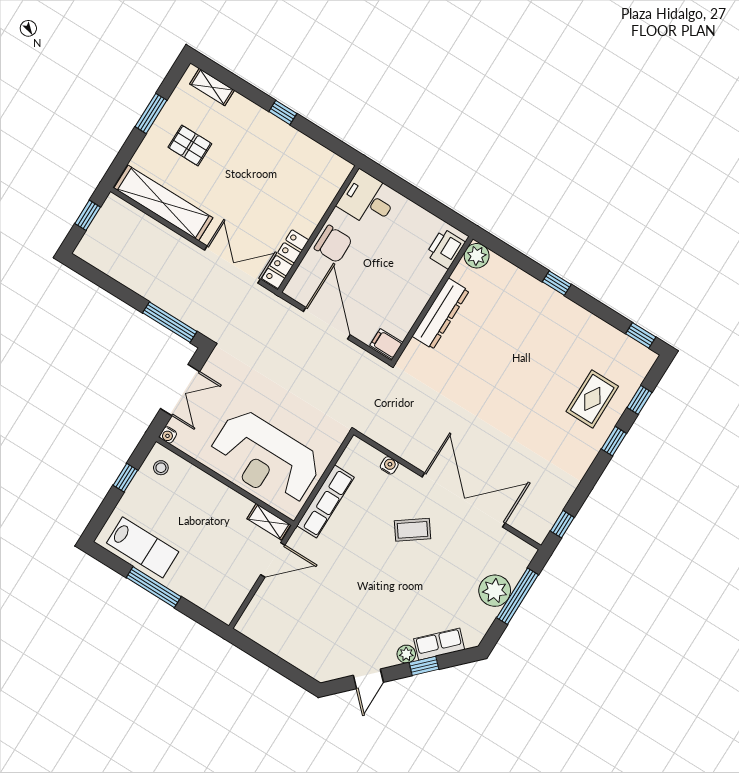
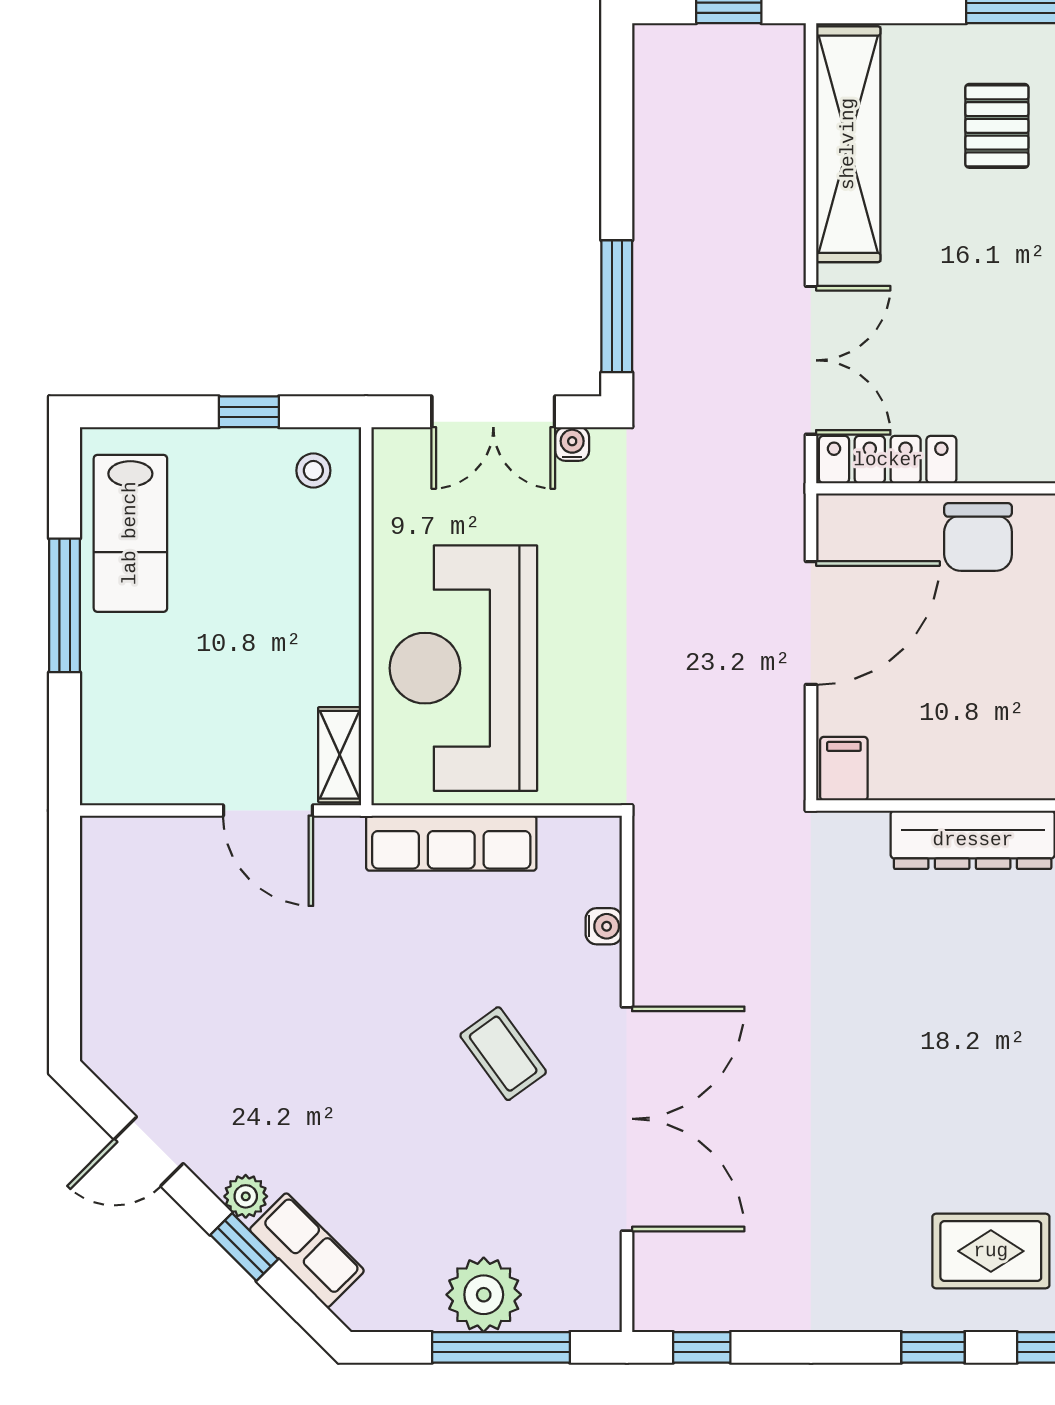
water cooler: (168, 435) -> (572, 444), moved, turned 90

